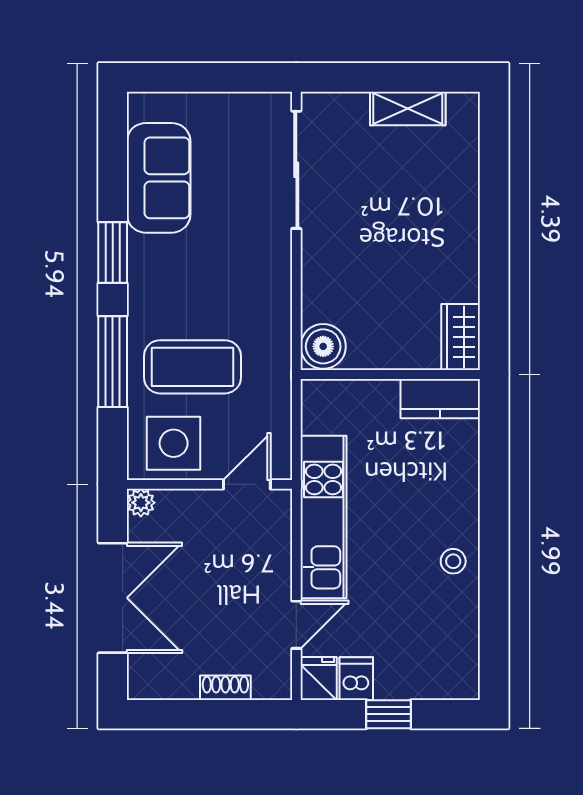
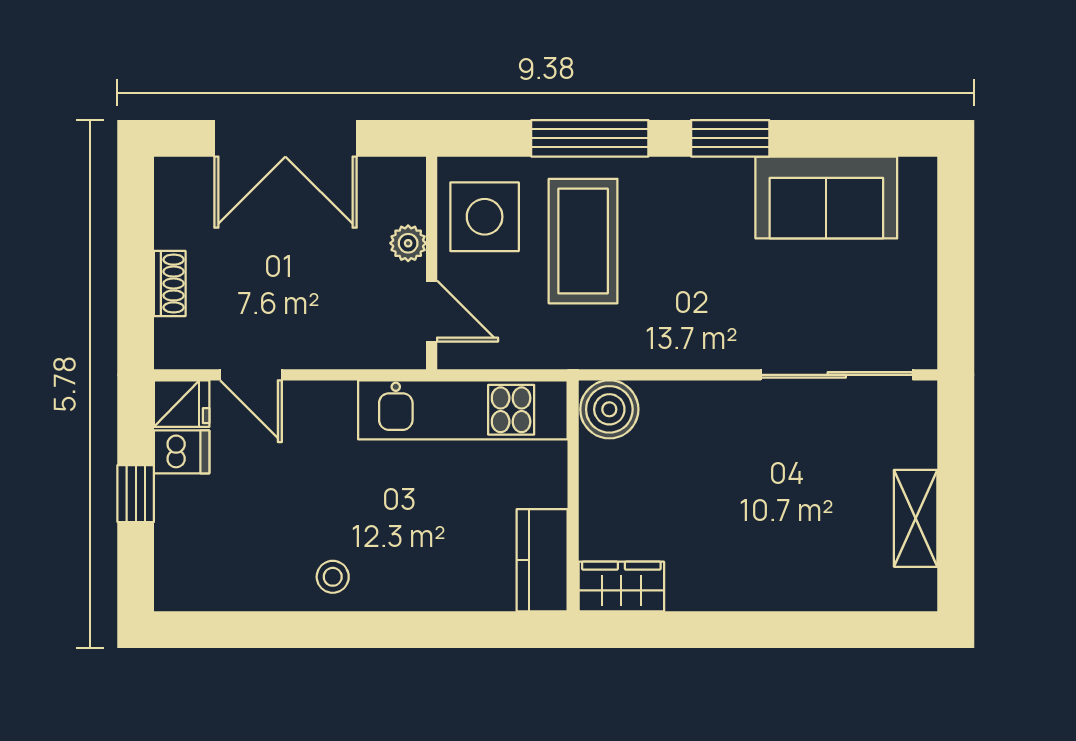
plant: (141, 503) -> (408, 243), moved
kitchen unit: (324, 517) -> (463, 410), moved

